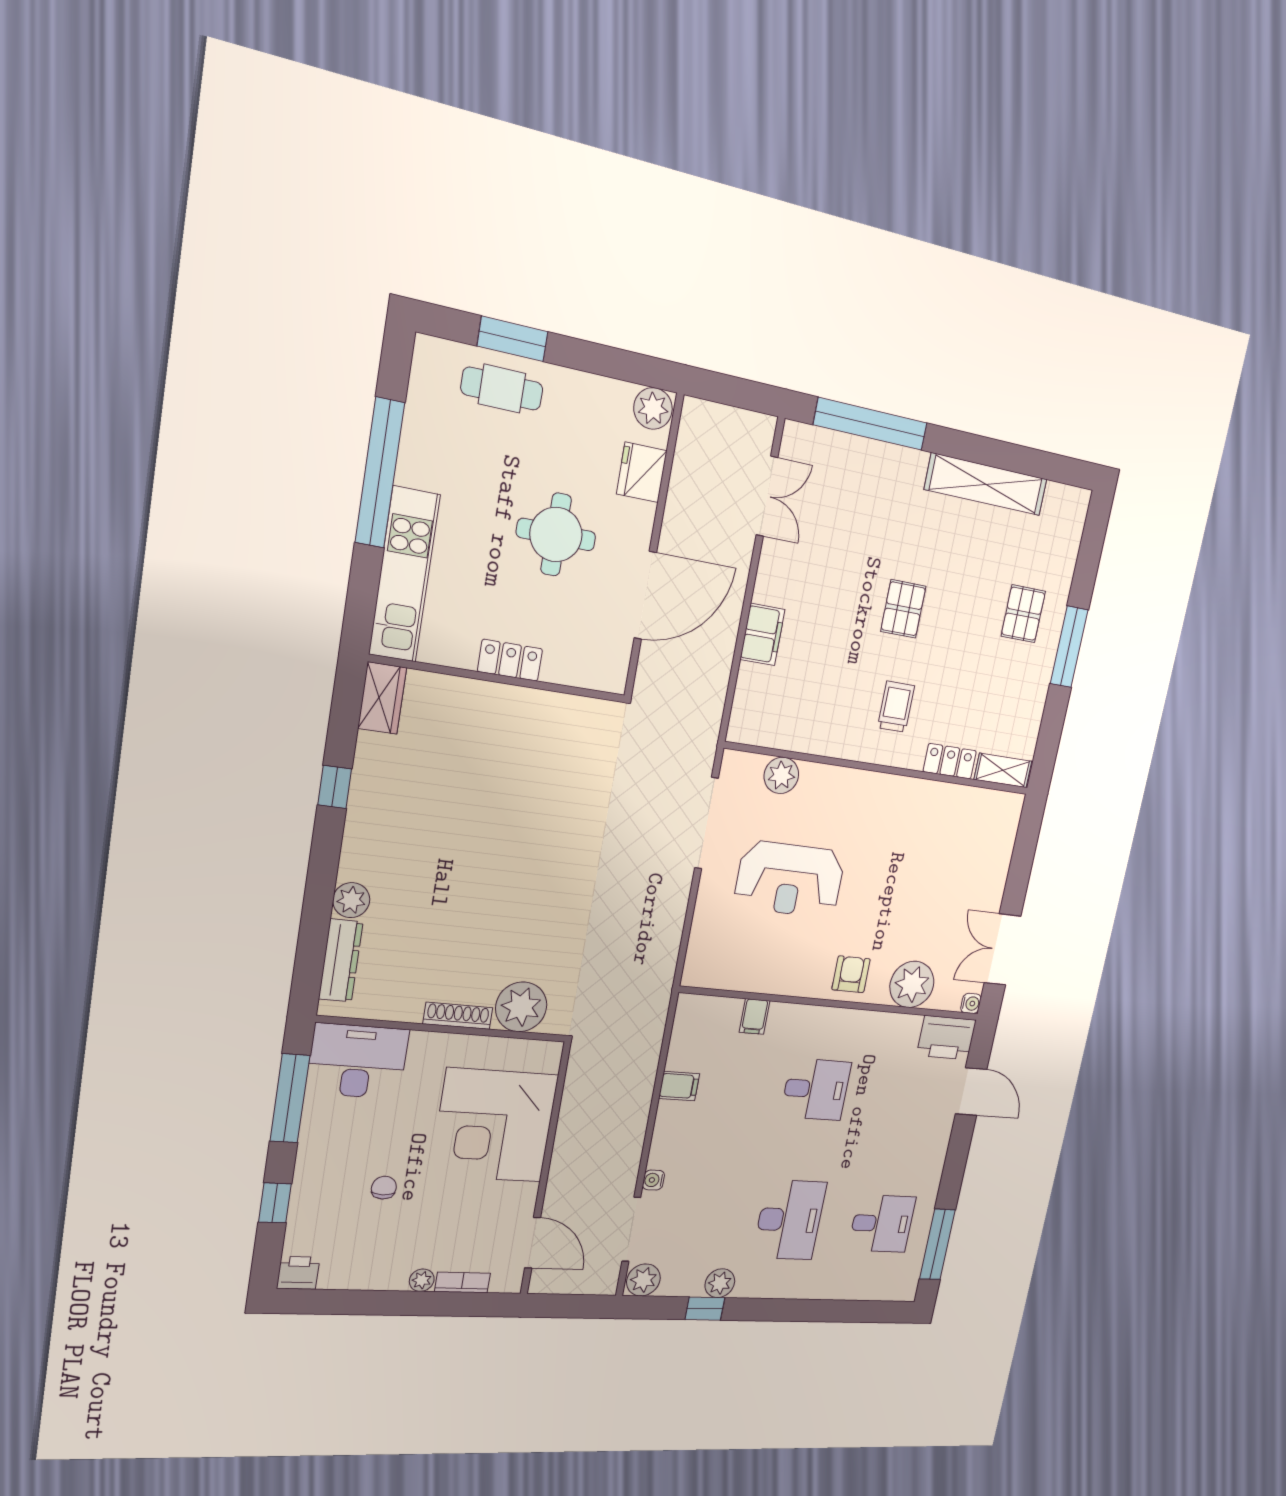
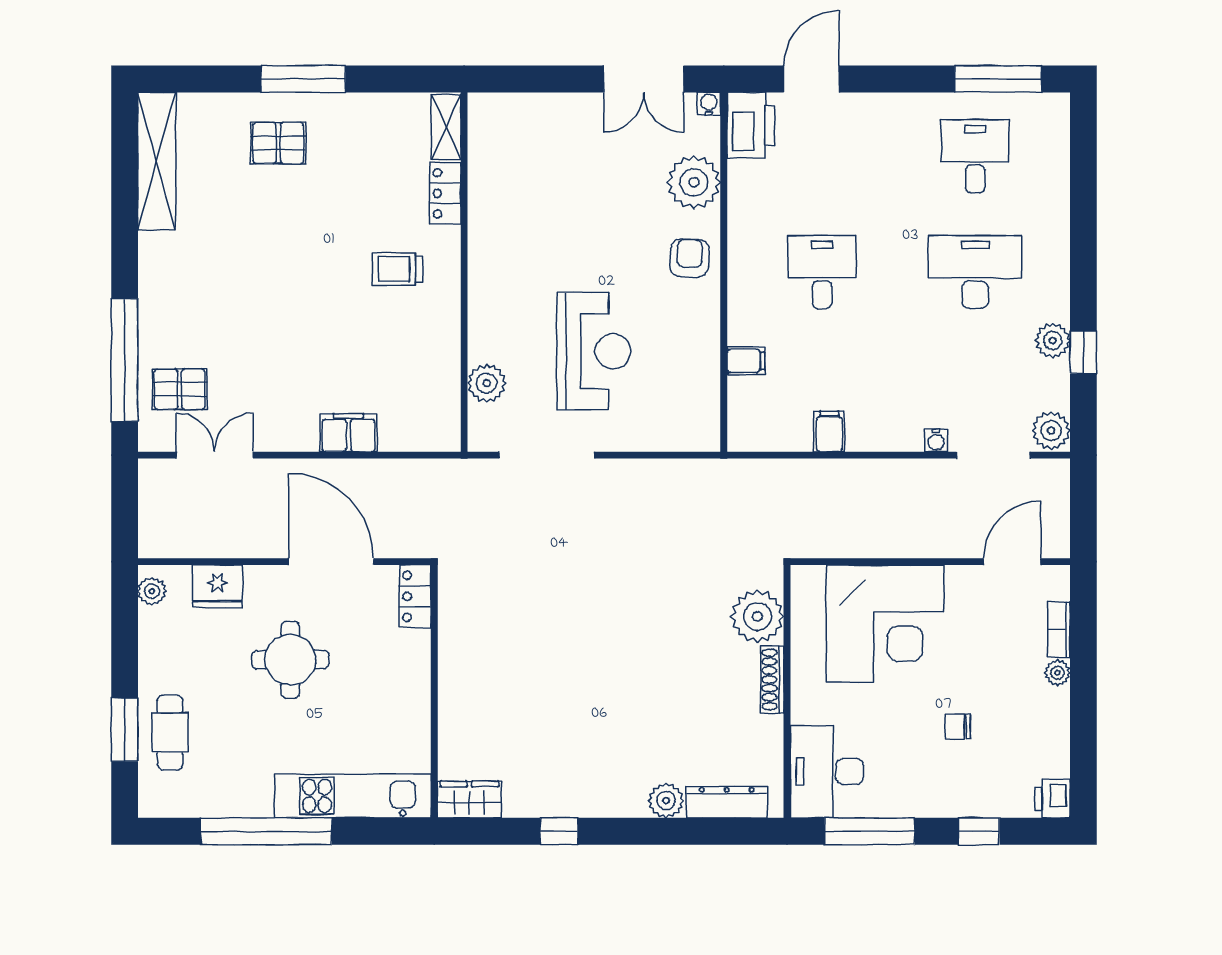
plant: (653, 408) -> (152, 591), width x0.73, depth x0.73
shelving: (986, 484) -> (157, 161), moved
pallet: (903, 609) -> (180, 389), moved
locker: (510, 660) -> (415, 596), moved
armchair: (851, 974) -> (689, 258), turned 92

